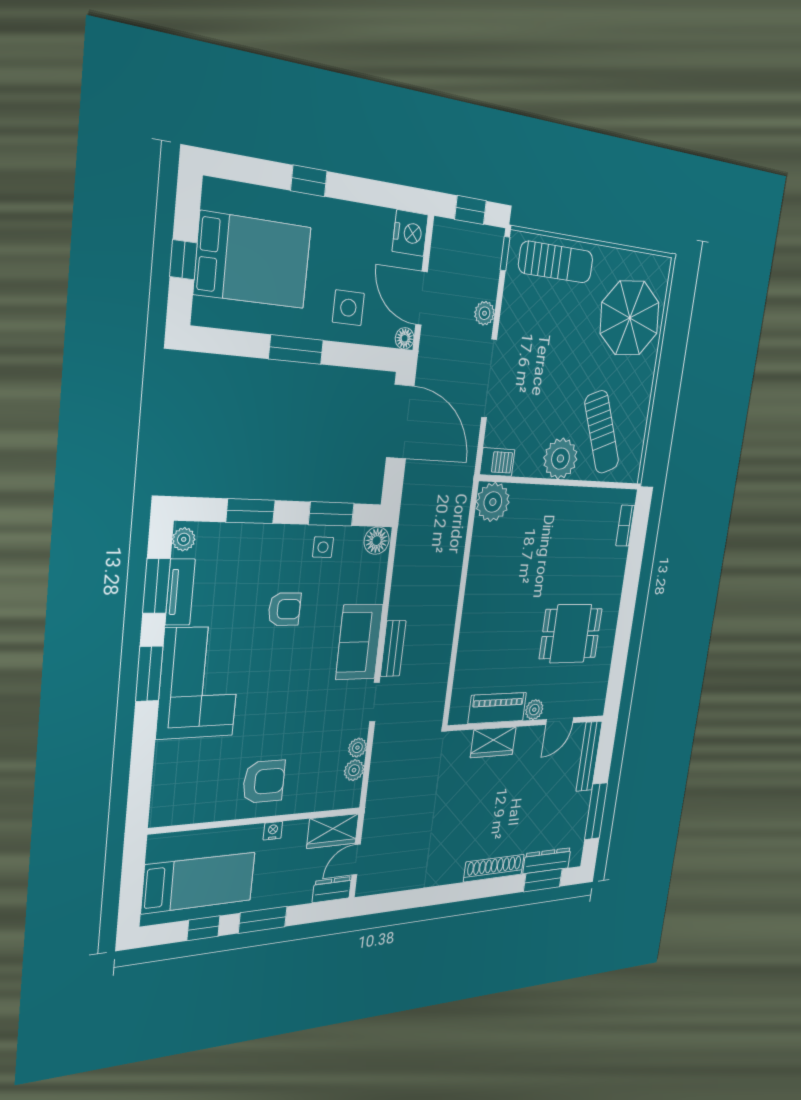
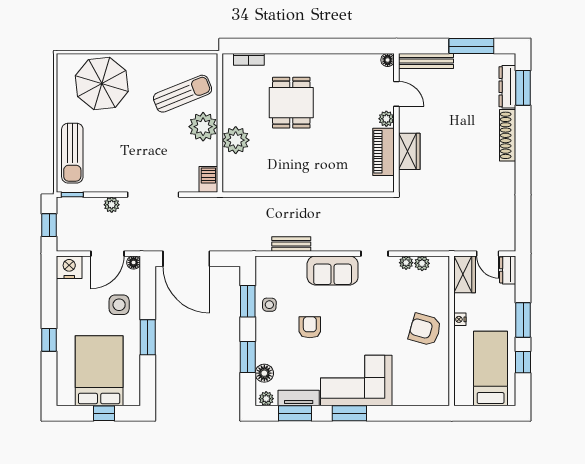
sun lounger: (556, 262) -> (72, 153), turned 180
door: (400, 422) -> (186, 259), swing flipped
plant: (493, 502) -> (236, 140), moved
floor lamp: (377, 541) -> (264, 373), moved
dining table: (571, 634) -> (291, 103), moved
bench: (393, 649) -> (291, 244), moved
floor lamp: (597, 708) -> (388, 60), added
armchair: (264, 782) -> (425, 330), turned -74

